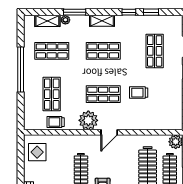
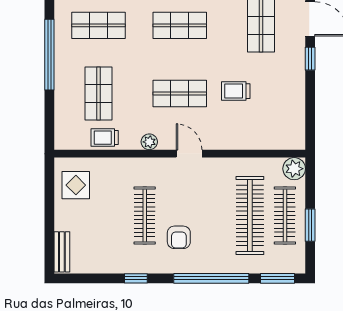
plant: (88, 120) -> (149, 142), width x0.53, depth x0.53
door: (109, 132) -> (189, 154), swing flipped

